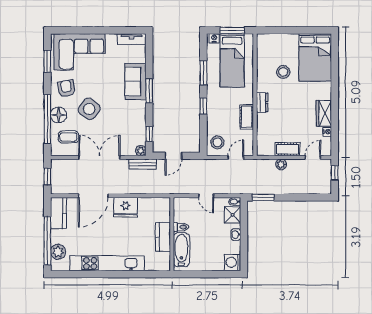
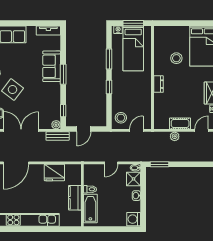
cot: (247, 117) -> (146, 96), removed
door: (206, 196) -> (111, 163), hinge flipped
fridge: (126, 207) -> (54, 173), moved

